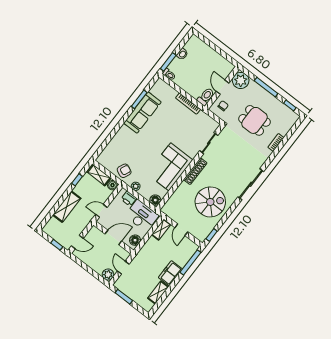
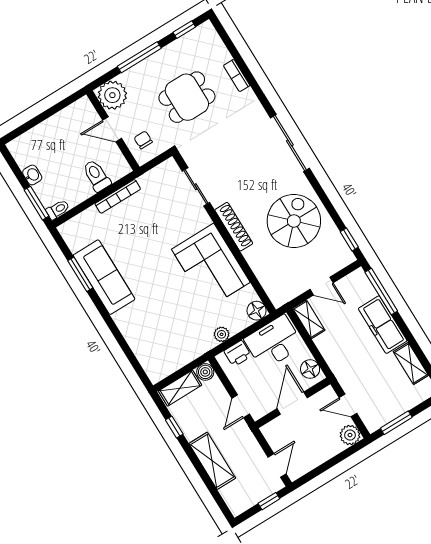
toilet: (206, 97) -> (97, 176), moved
armchair: (124, 171) -> (189, 344), removed
freezer: (170, 273) -> (383, 325), width x1.40

